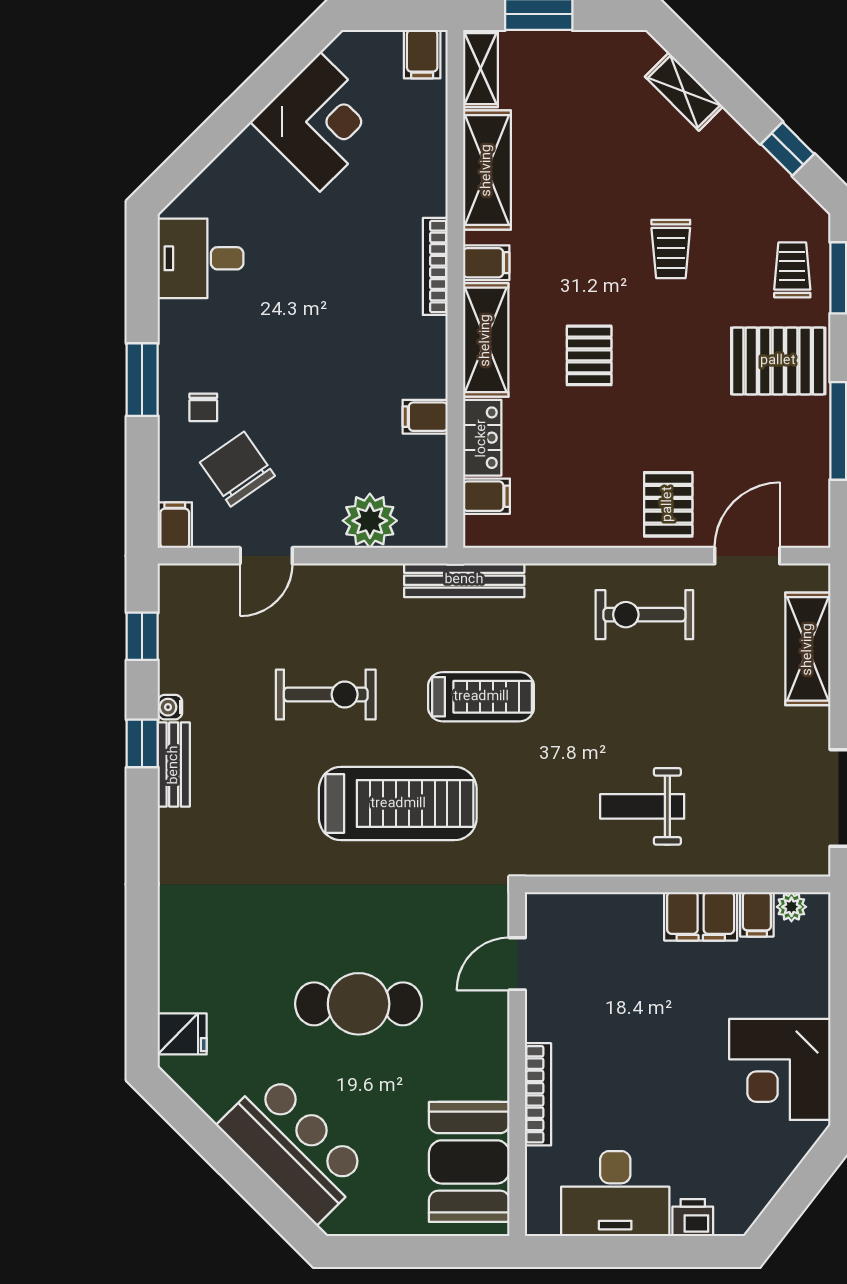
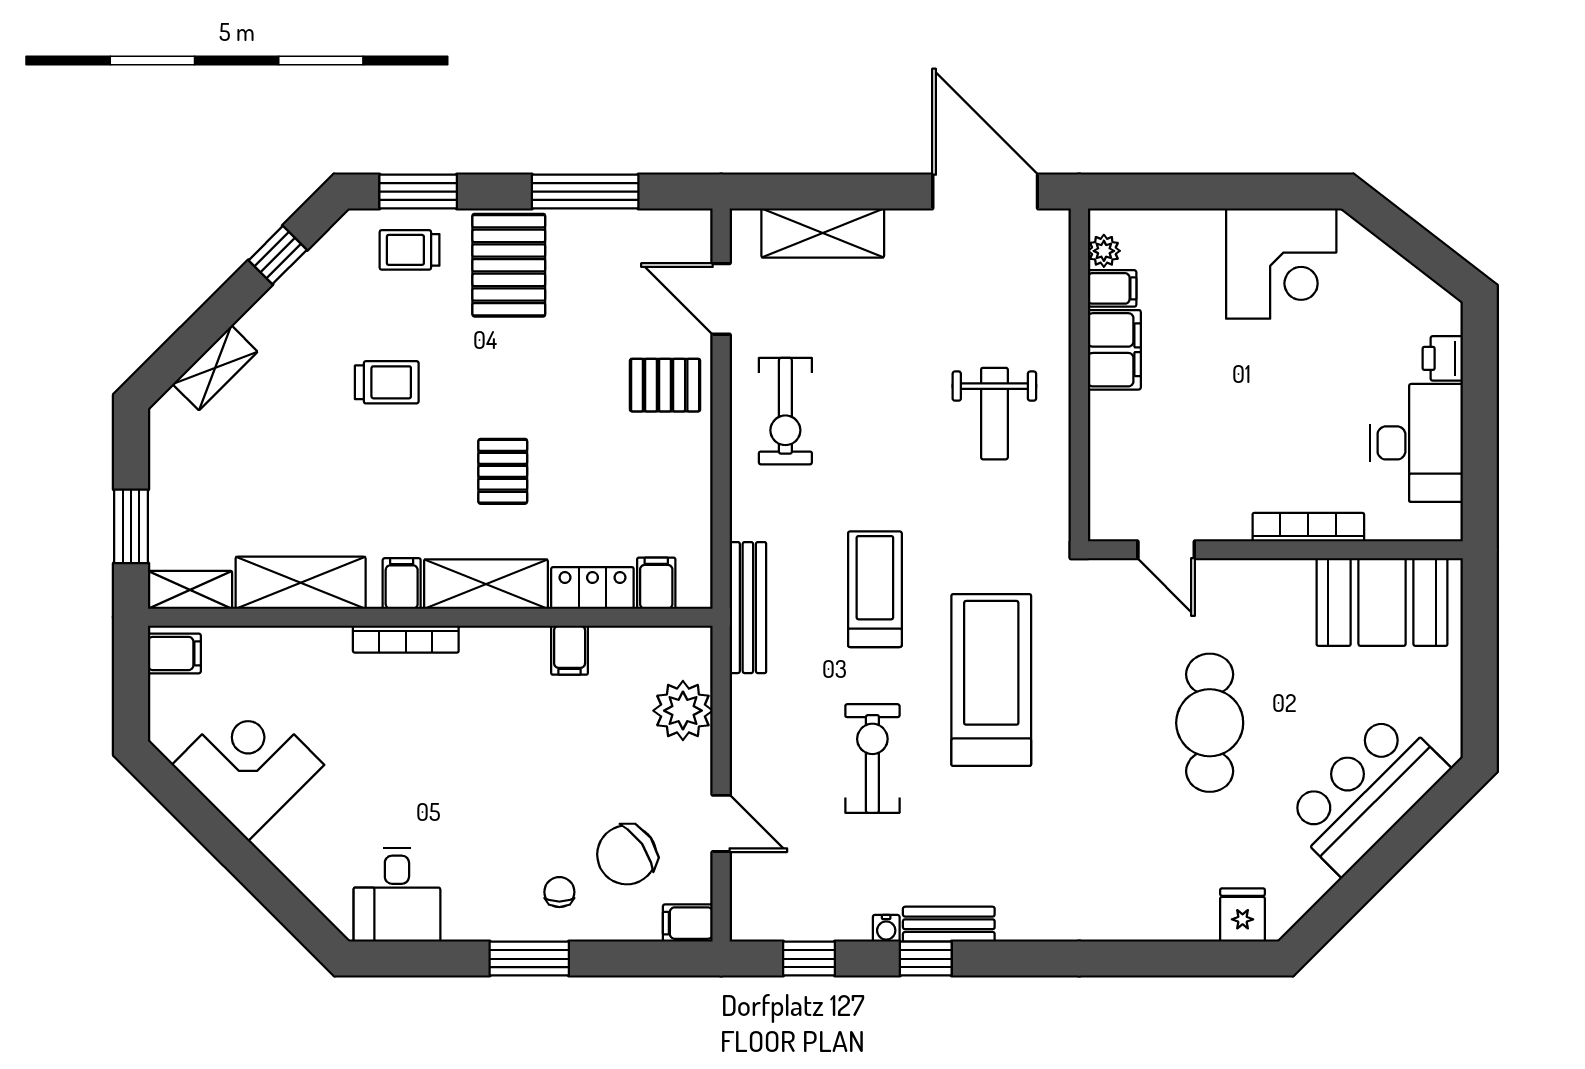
pallet: (589, 355) -> (503, 471), turned 90
chair: (203, 407) -> (559, 892), turned -90

